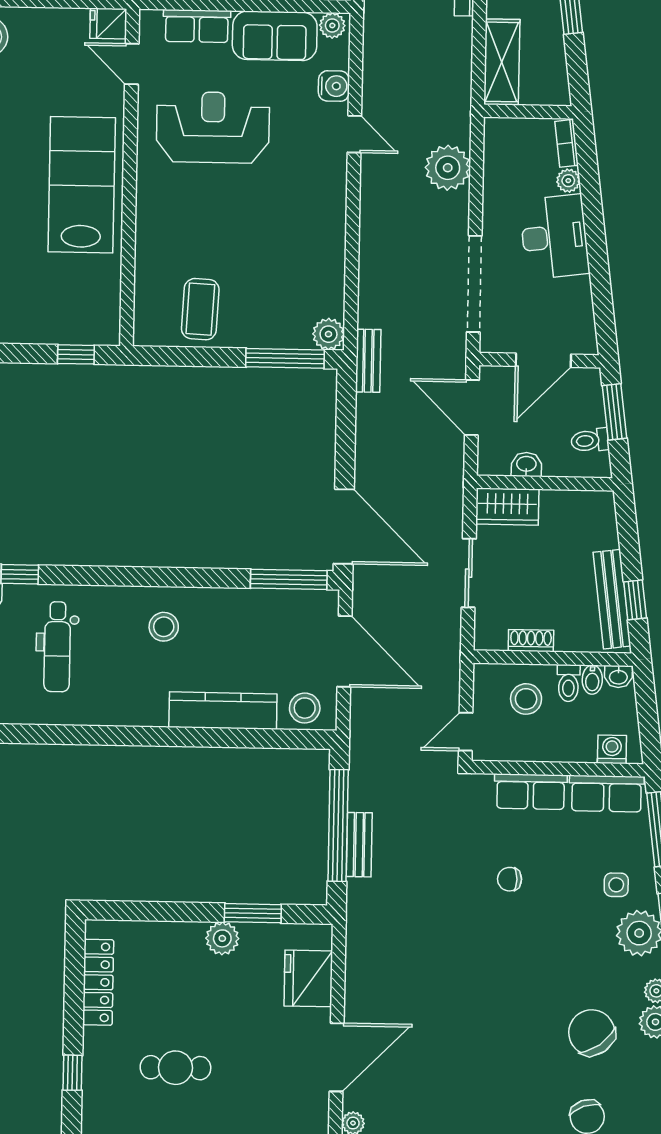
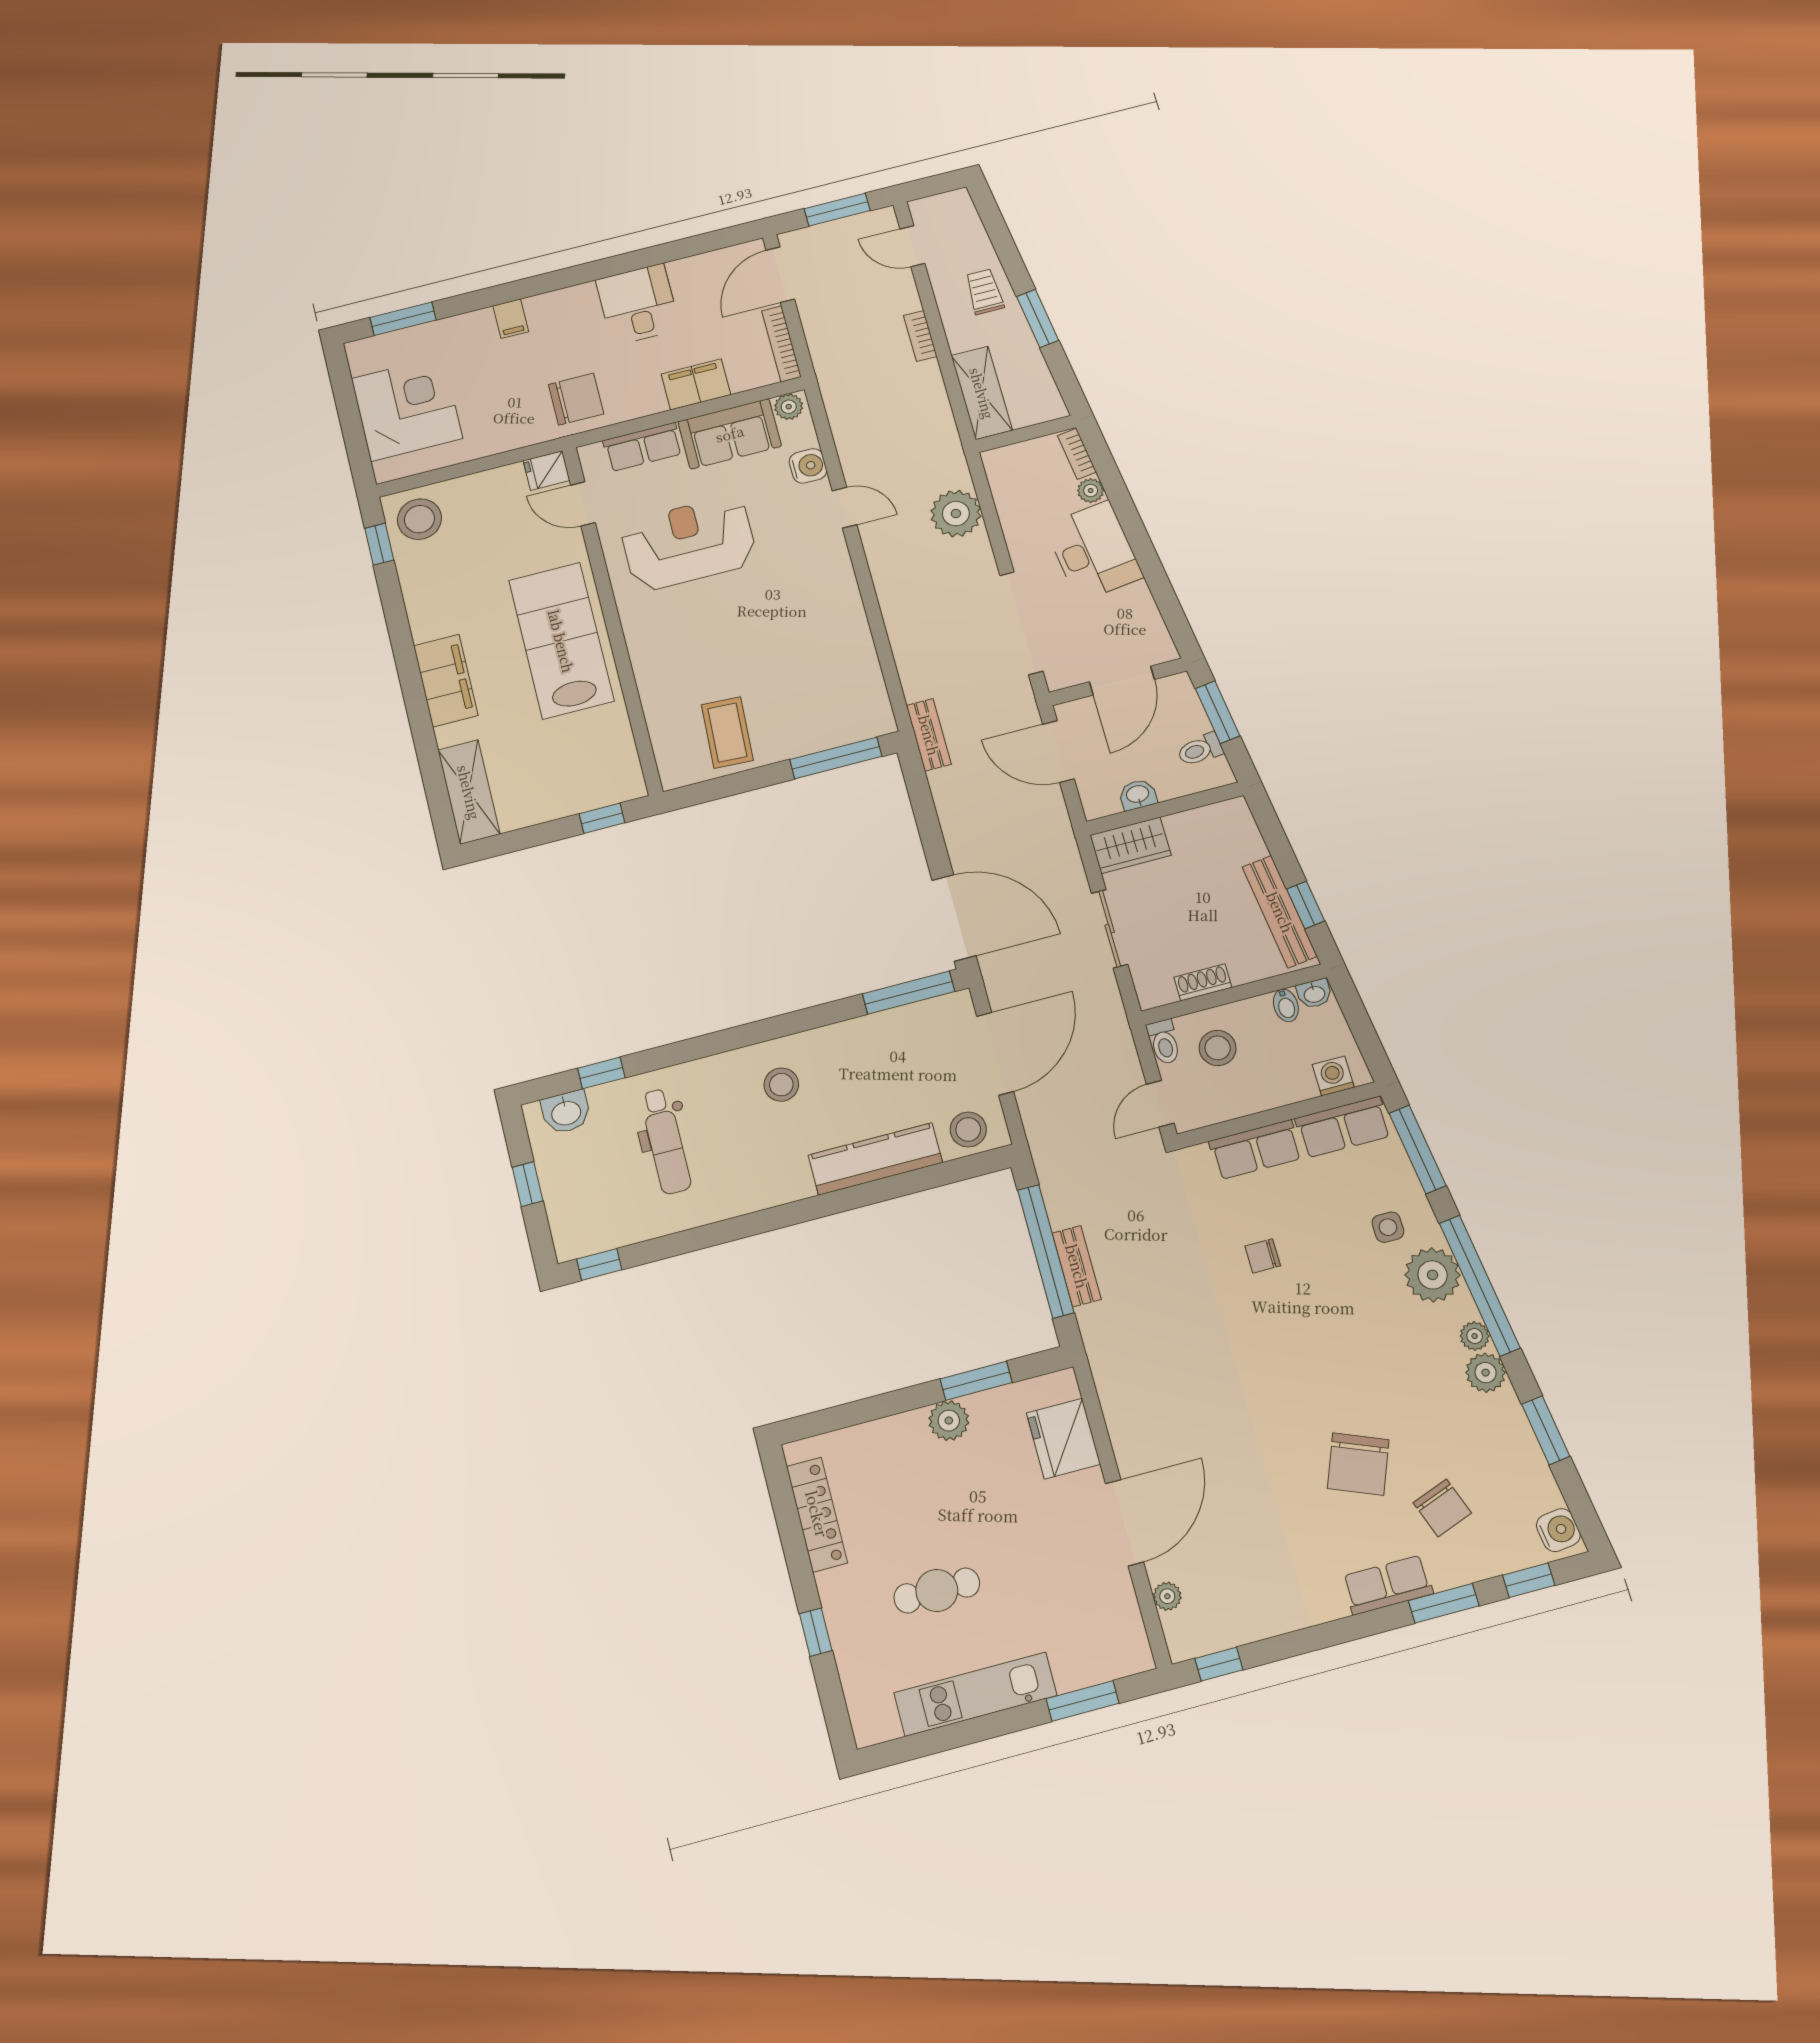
plant: (328, 334) -> (877, 719), removed
door: (344, 651) -> (995, 1054), hinge flipped
toilet: (568, 683) -> (1164, 1042), moved
chair: (592, 1033) -> (1358, 1464), moved, turned -122

